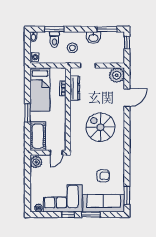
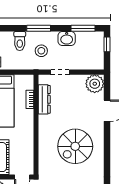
window: (54, 29) -> (39, 28), moved
spiral stairs: (100, 127) -> (75, 146), turned -90

